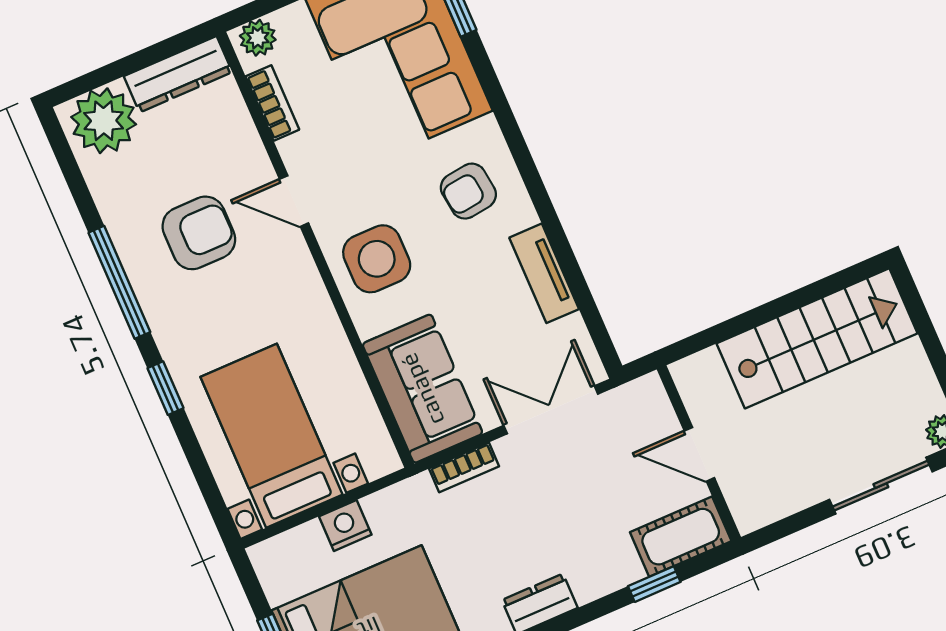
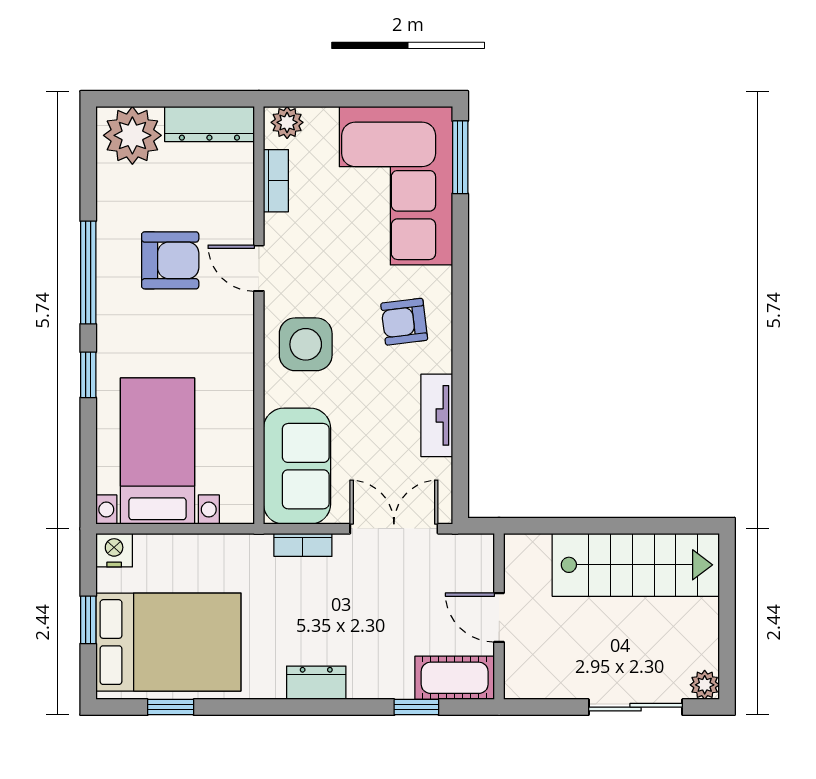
nightstand: (345, 525) -> (114, 550), moved

